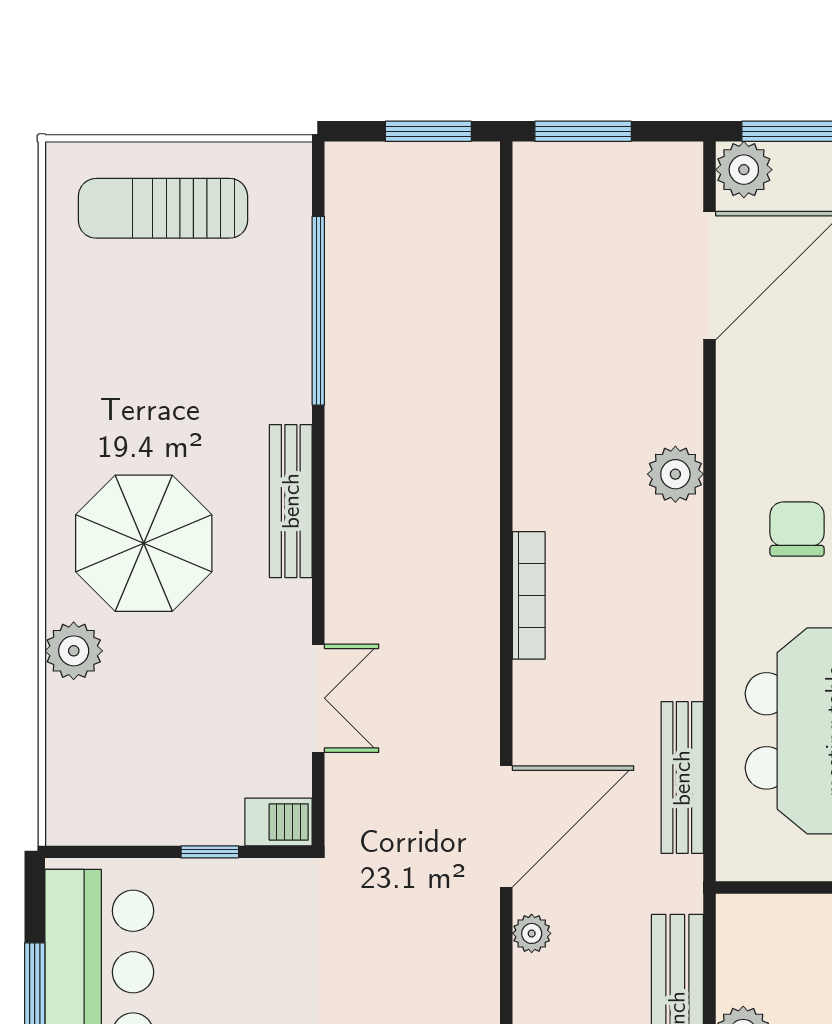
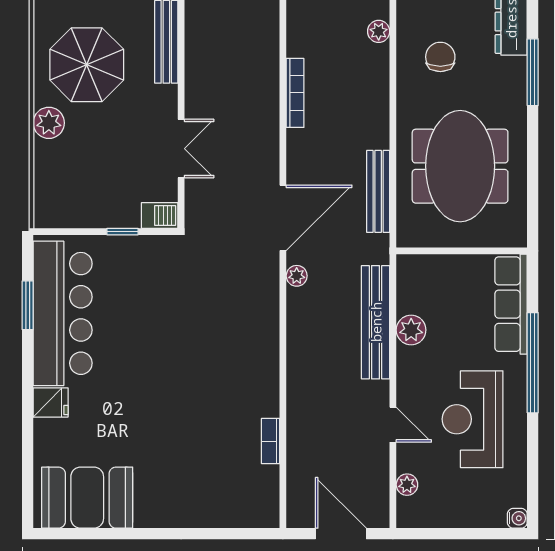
plant: (675, 474) -> (379, 31), width x0.73, depth x0.73

